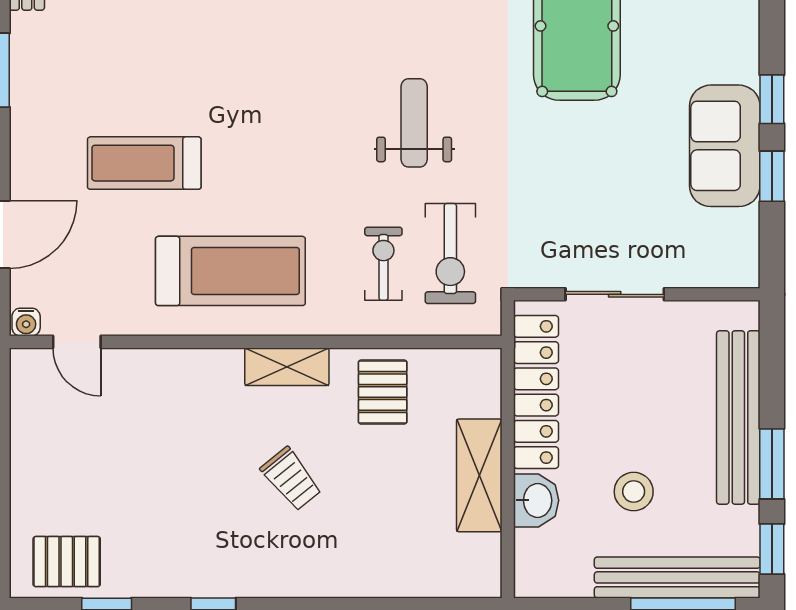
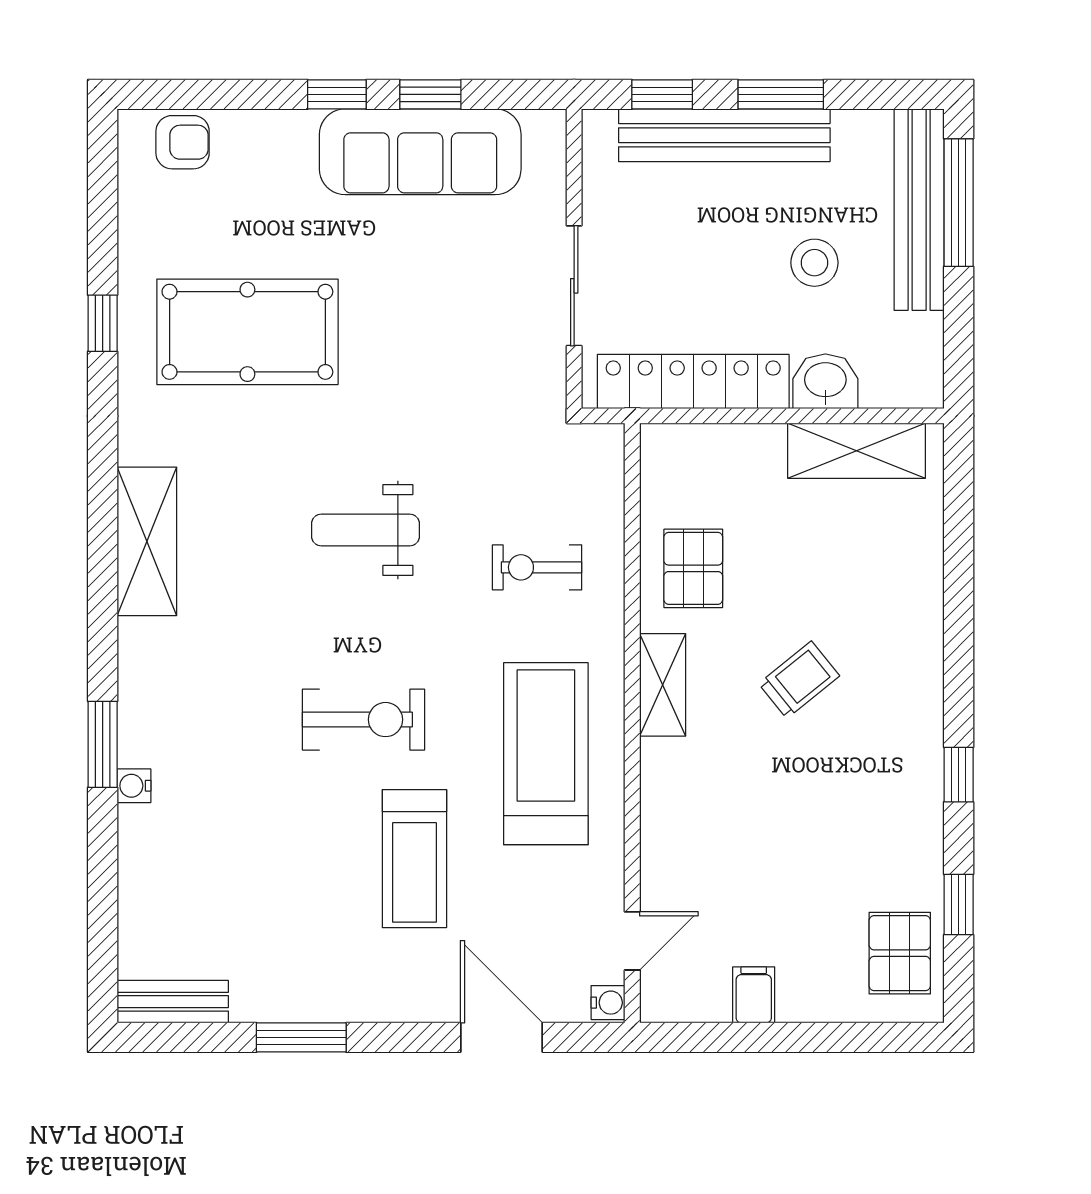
sofa: (725, 146) -> (420, 152), width x1.36
exercise bike: (450, 254) -> (364, 720), moved
pallet: (383, 392) -> (693, 568), turned 90
filing cabinet: (32, 442) -> (754, 995), added
shelving: (479, 475) -> (857, 451), moved
window: (772, 549) -> (662, 94), moved

